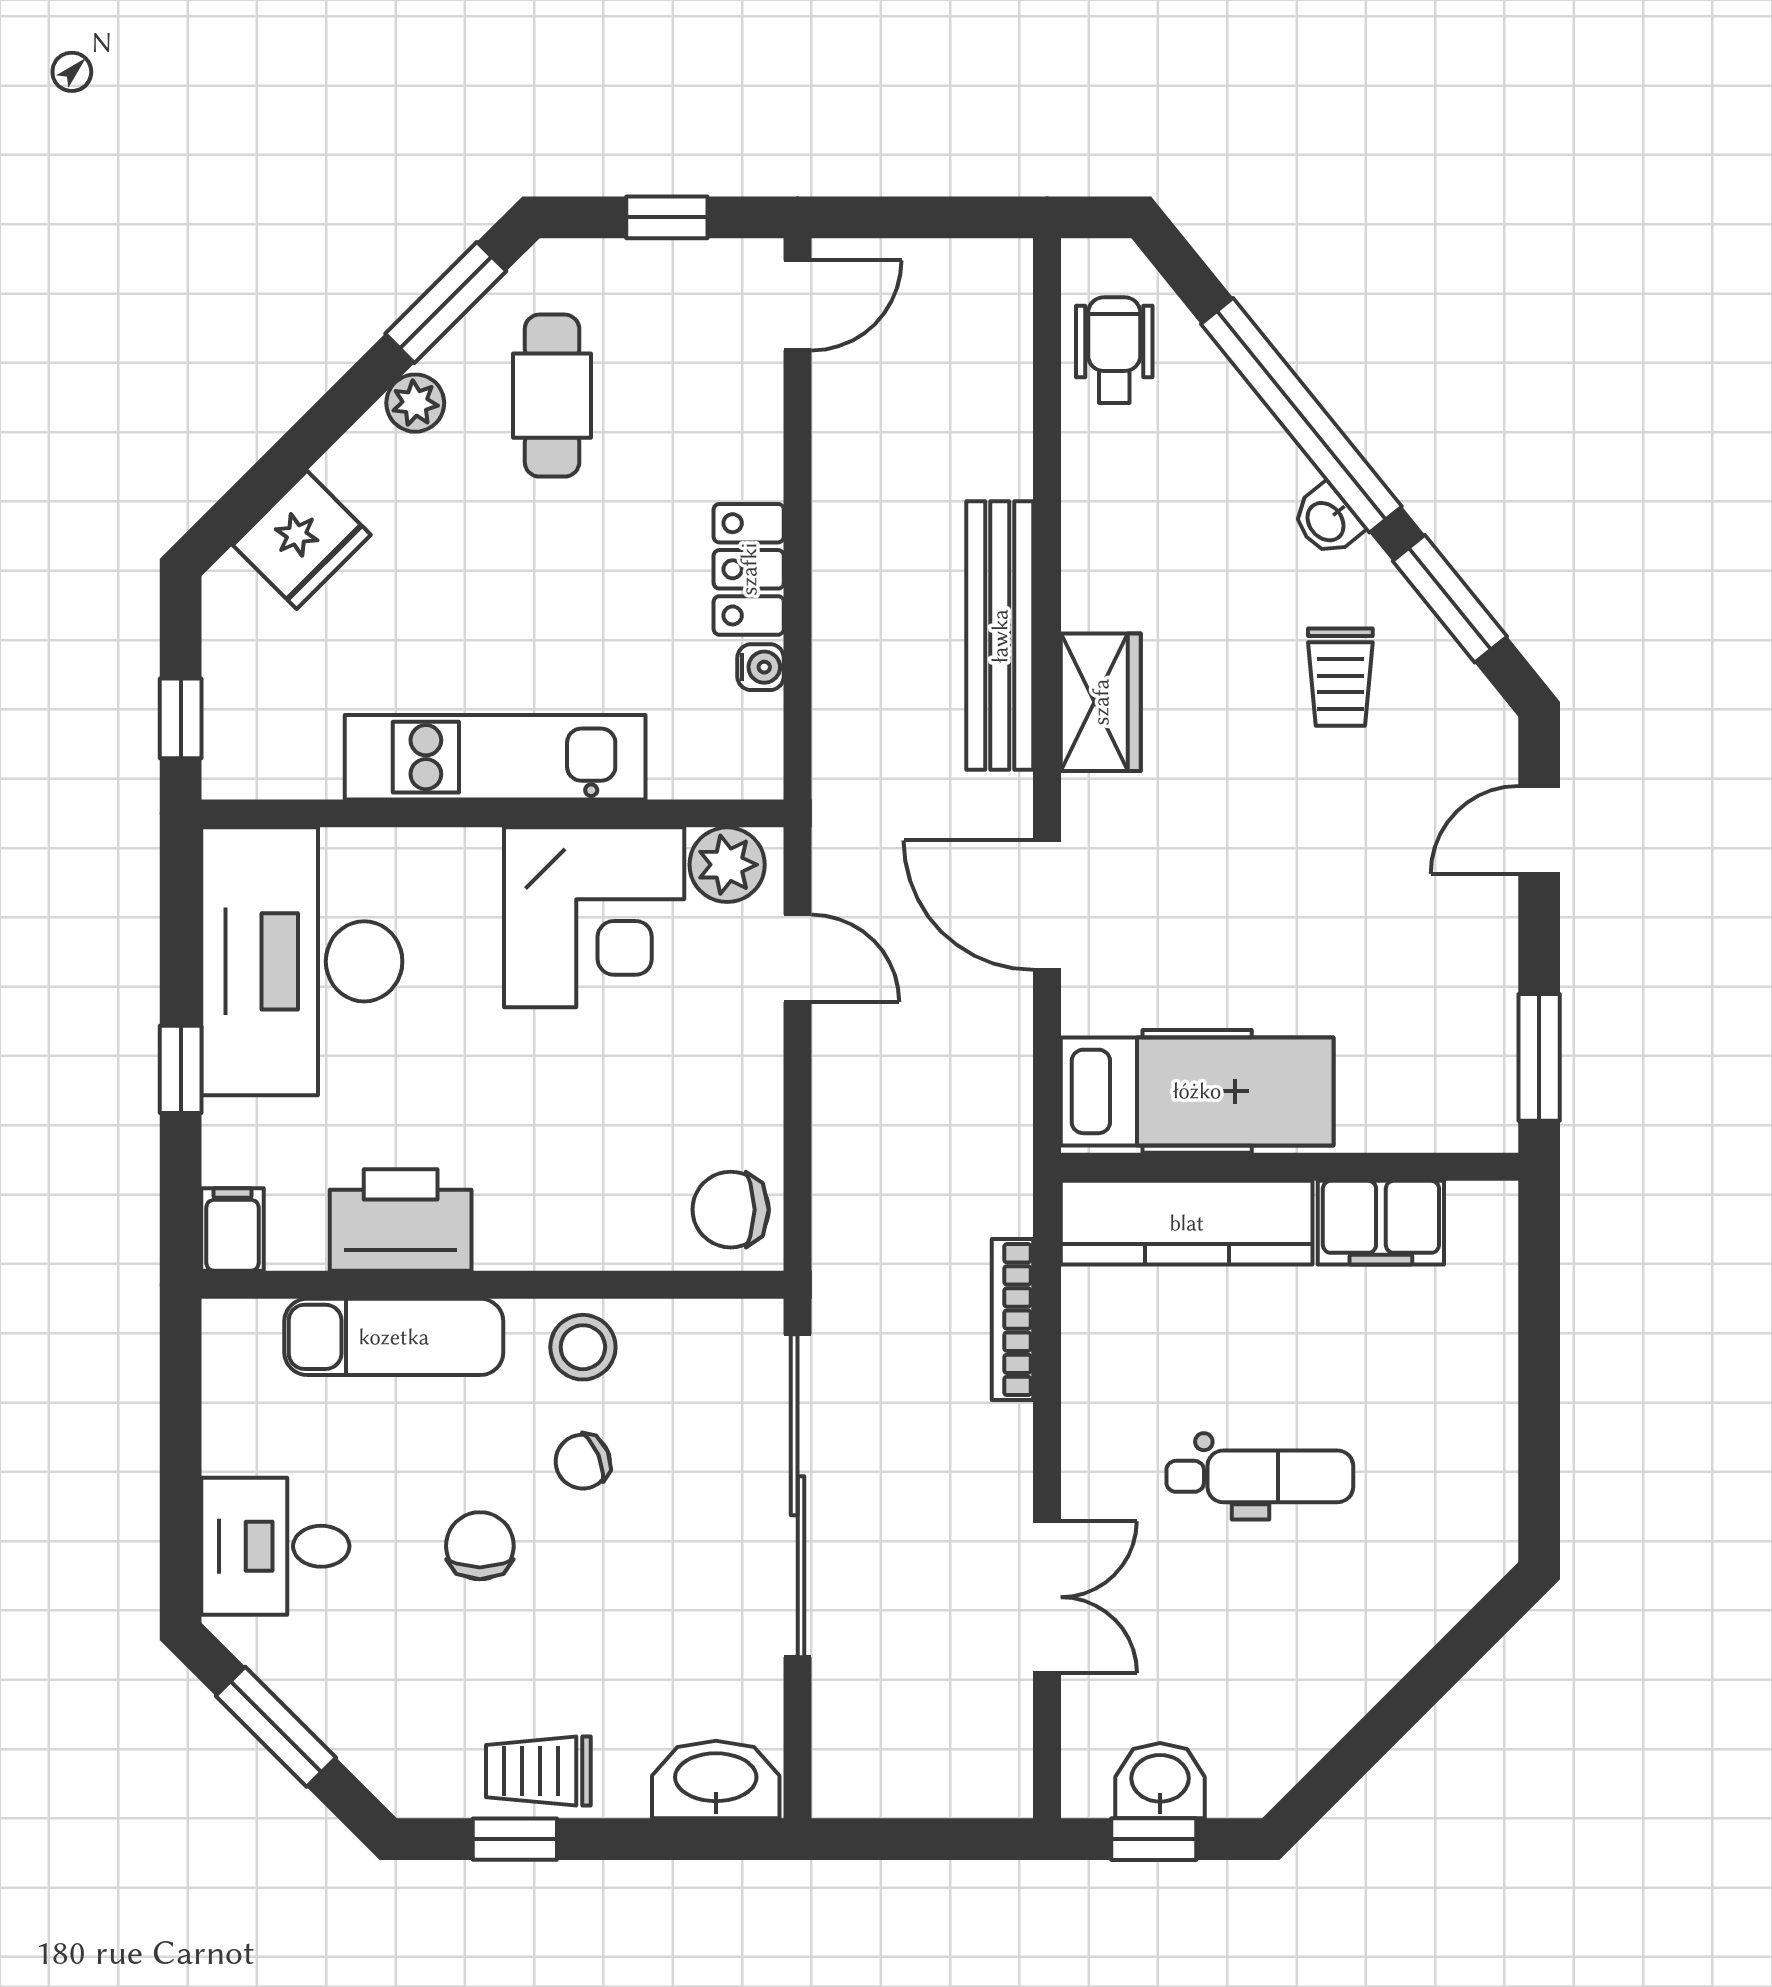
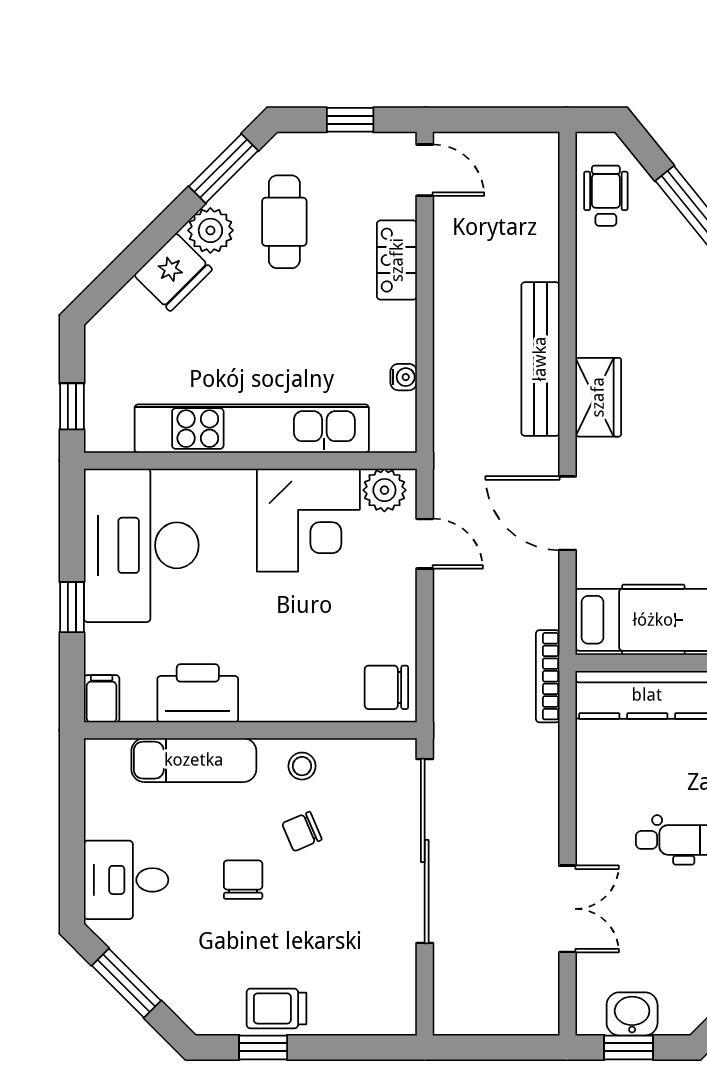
door: (798, 305) -> (425, 170), hinge flipped
plant: (415, 403) -> (210, 230), width x1.38, depth x1.38
fridge: (302, 540) -> (173, 272), moved
locker: (749, 569) -> (397, 260), moved
kitchen unit: (495, 757) -> (252, 429), width x1.36
bookcase: (1013, 1320) -> (548, 676), moved
stool: (583, 1347) -> (302, 766), width x0.73, depth x0.73
washbasin: (716, 1780) -> (378, 1013), removed

